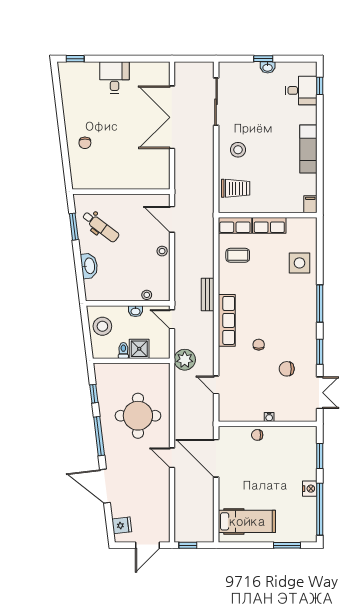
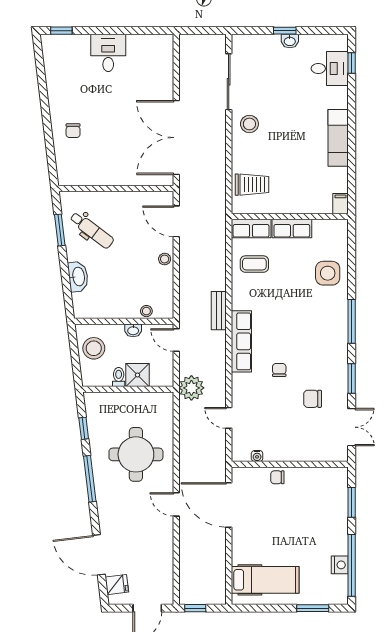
double door: (172, 117) -> (176, 138), moved
stool: (238, 150) -> (249, 124), moved
water cooler: (269, 417) -> (257, 456), moved
door: (105, 486) -> (99, 555), moved
nightstand: (310, 489) -> (340, 565), moved

